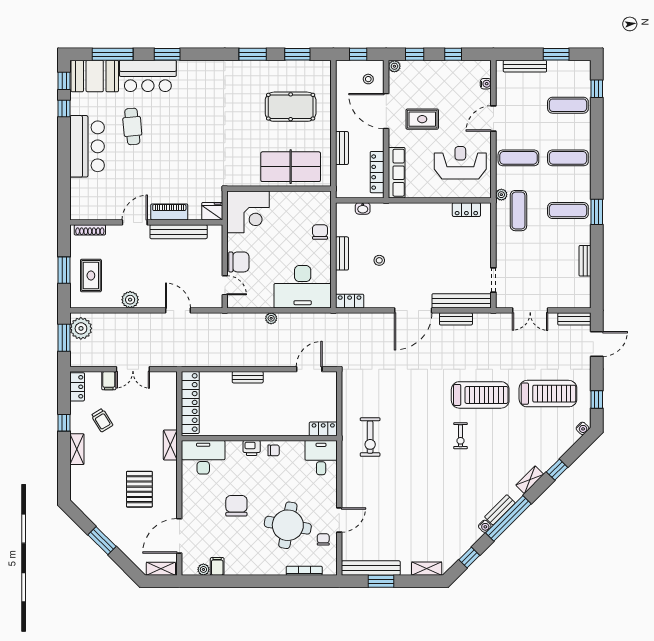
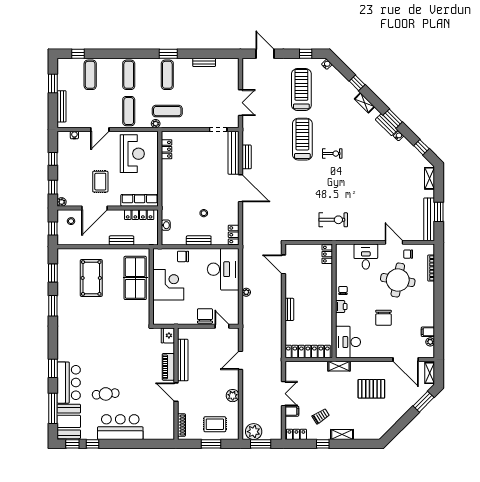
door: (493, 119) -> (100, 129), hinge flipped
reception desk: (460, 163) -> (132, 154), turned 180
corner desk: (248, 212) -> (168, 285), moved
door: (225, 285) -> (222, 326), hinge flipped
bench: (574, 319) -> (247, 70), removed
desk: (321, 458) -> (366, 257), moved, turned 90
chair: (236, 506) -> (384, 318), turned -90
window: (508, 518) -> (393, 119), width x0.47
window: (102, 541) -> (423, 402), moved

